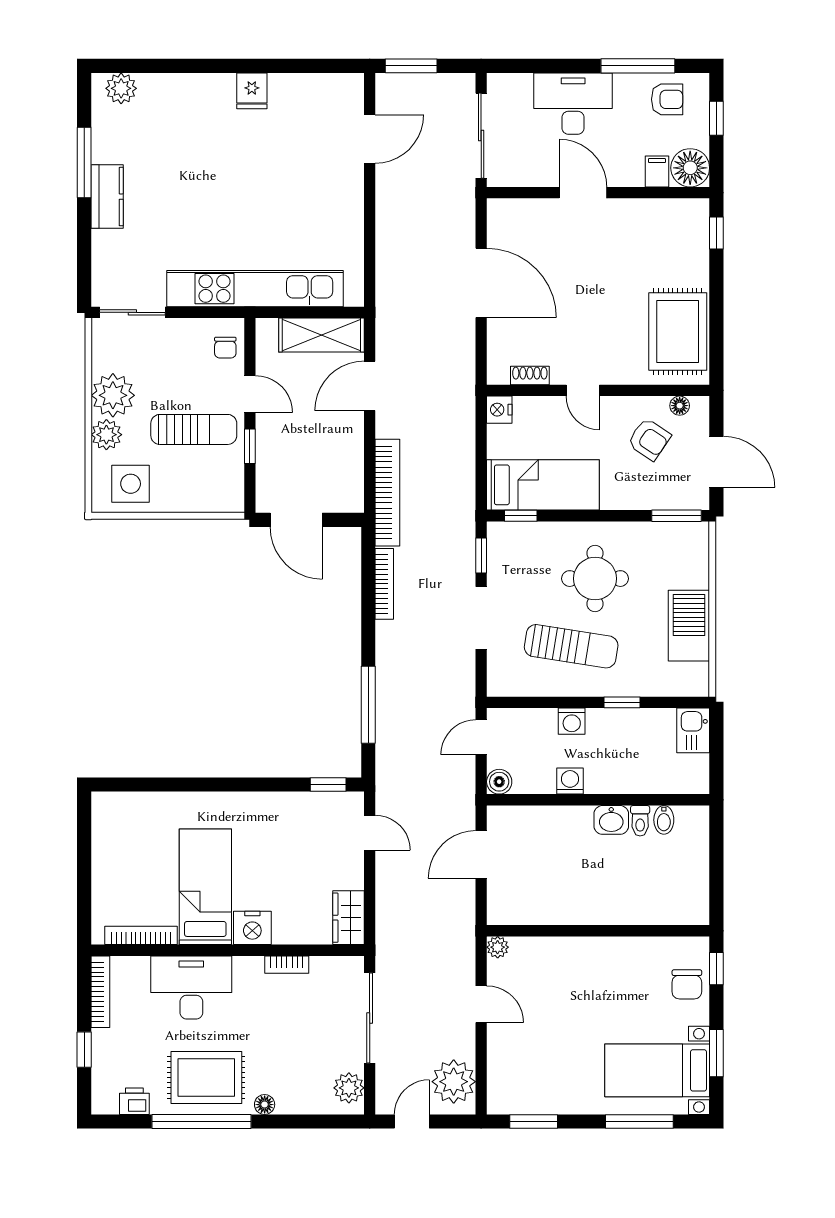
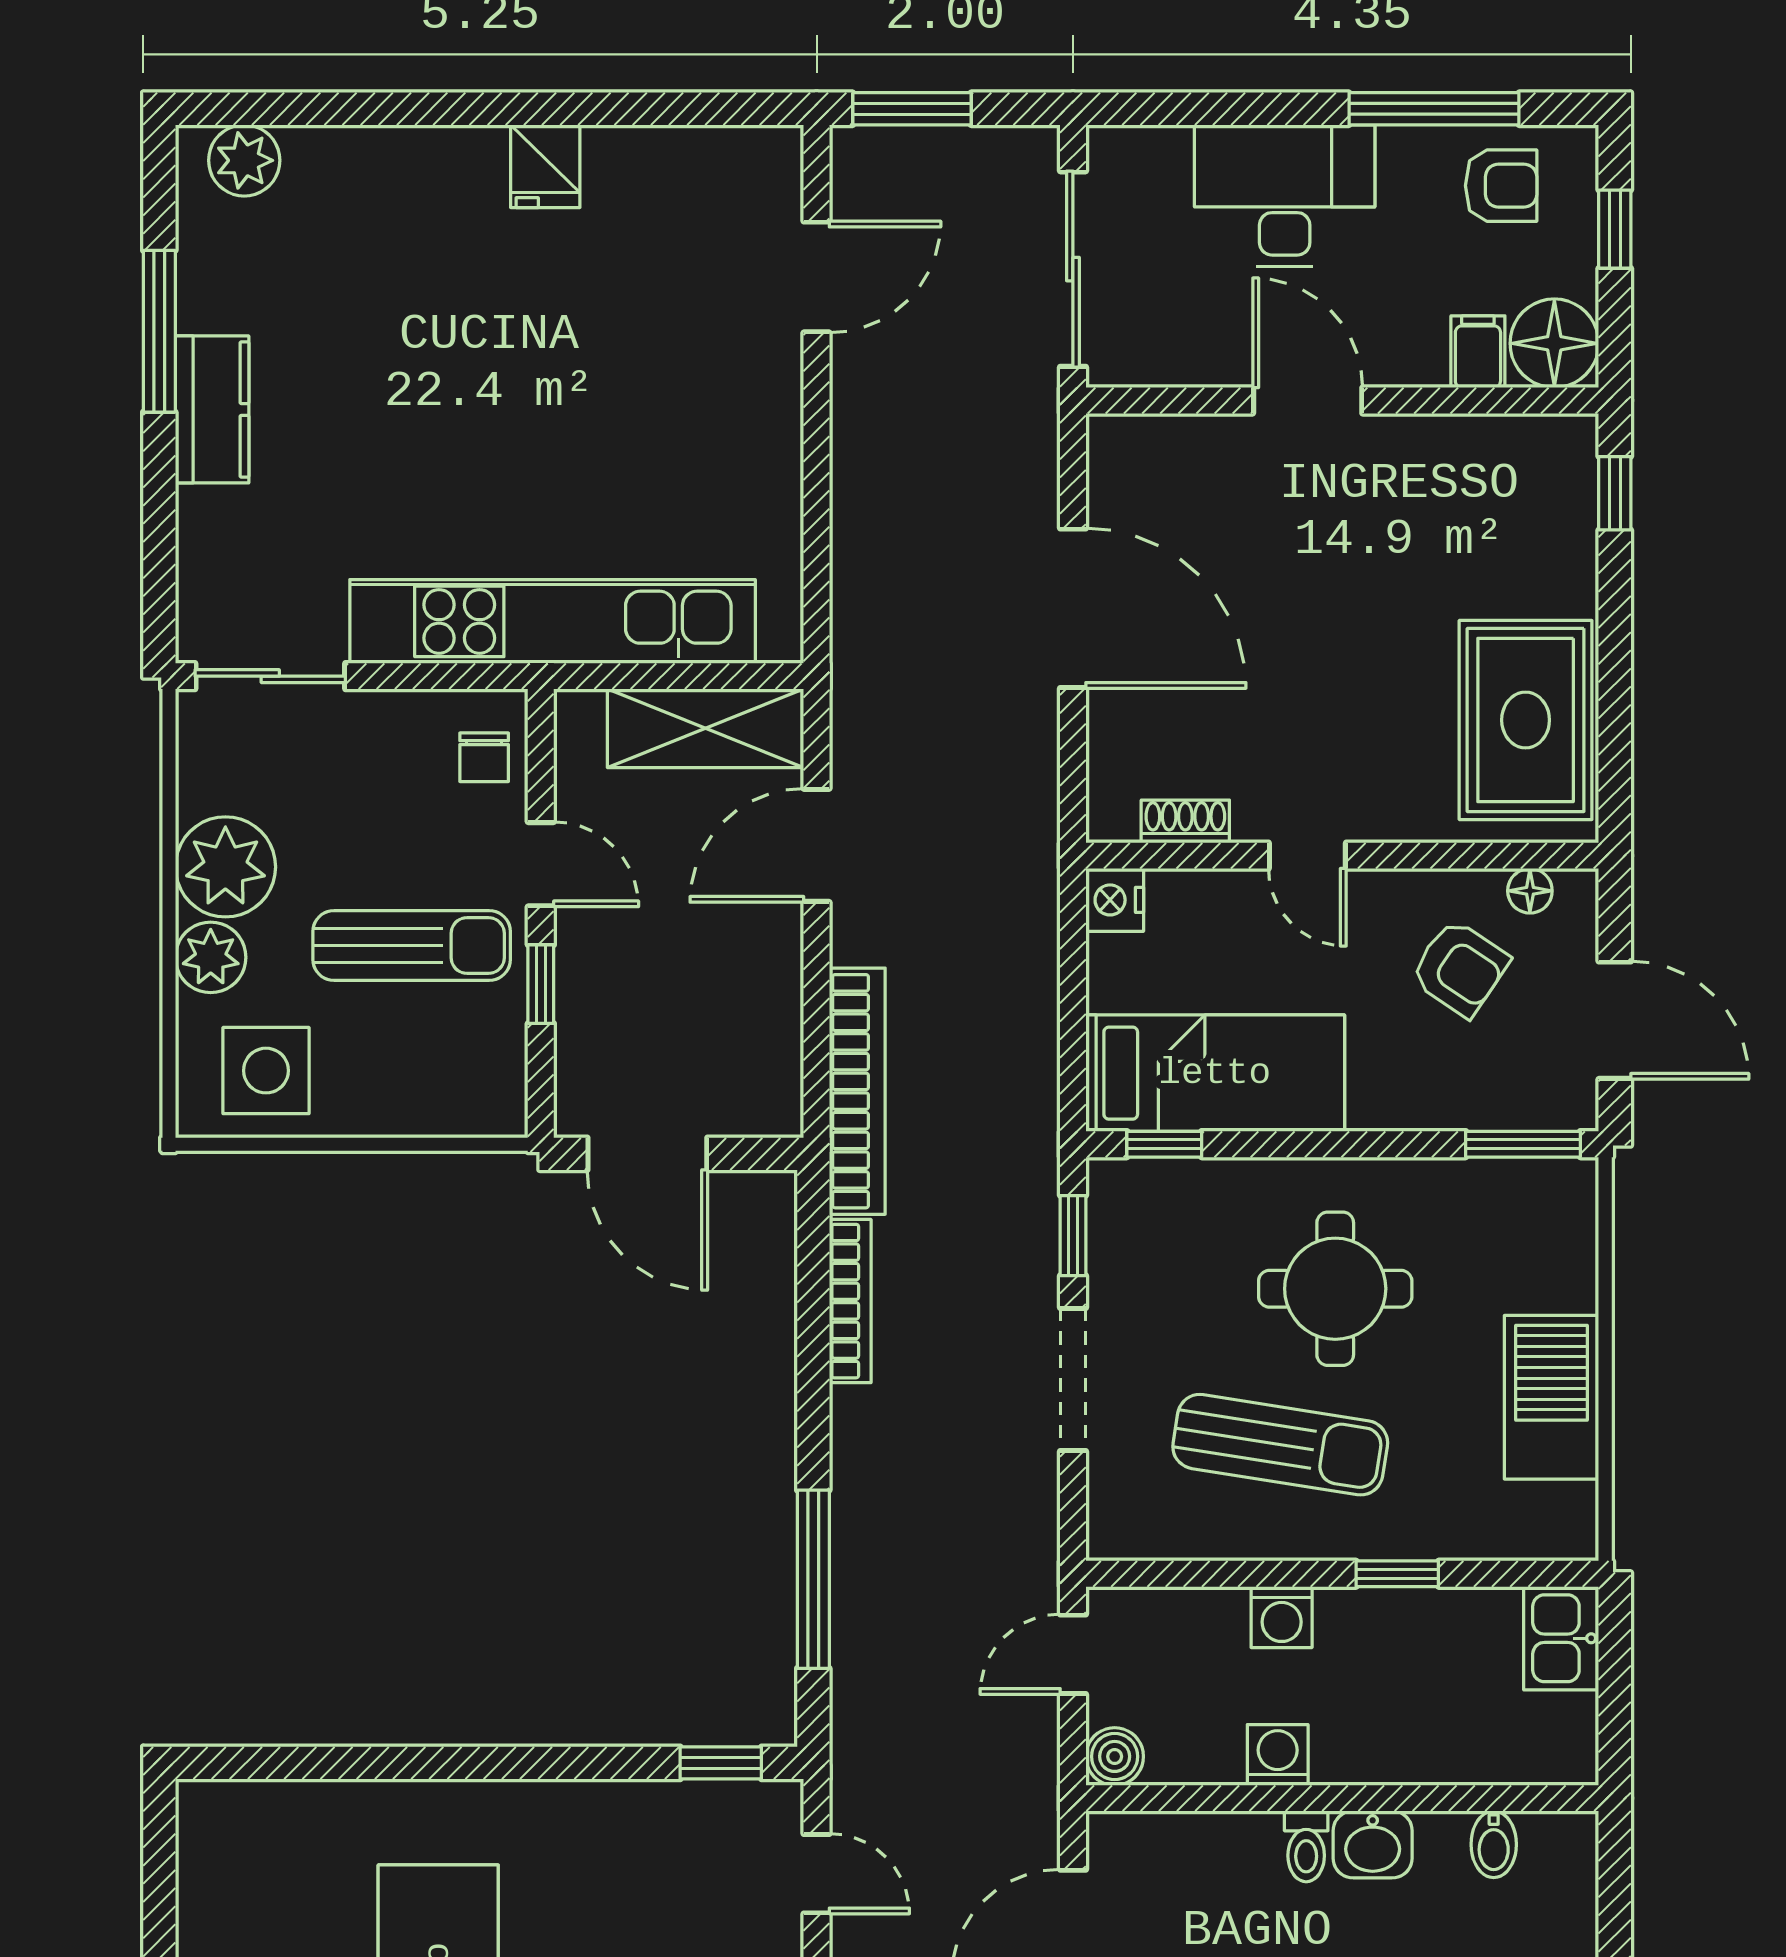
toilet: (640, 821) -> (1306, 1846), moved

